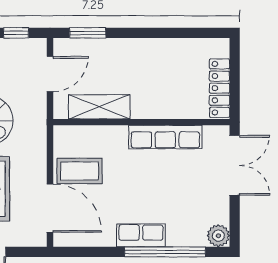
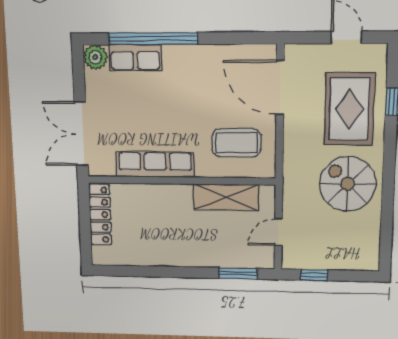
door: (50, 74) -> (278, 232), width x0.73
coffee table: (80, 171) -> (236, 143), moved
row of seats: (141, 235) -> (135, 57), moved

